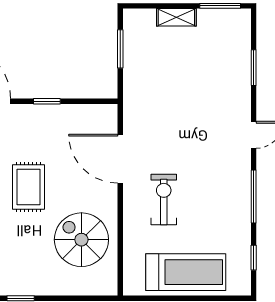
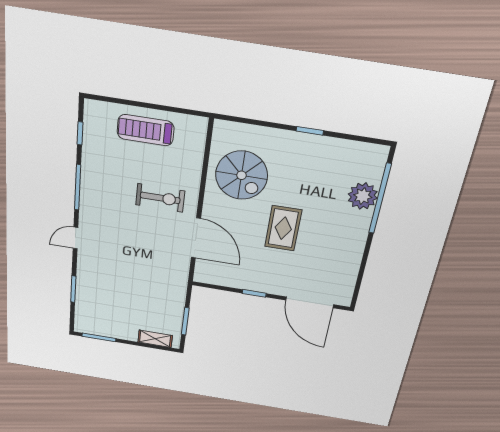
shelving: (176, 17) -> (155, 339), moved
exercise bike: (164, 200) -> (160, 198), turned -90
treadmill: (186, 272) -> (146, 130), width x0.73, depth x0.73

